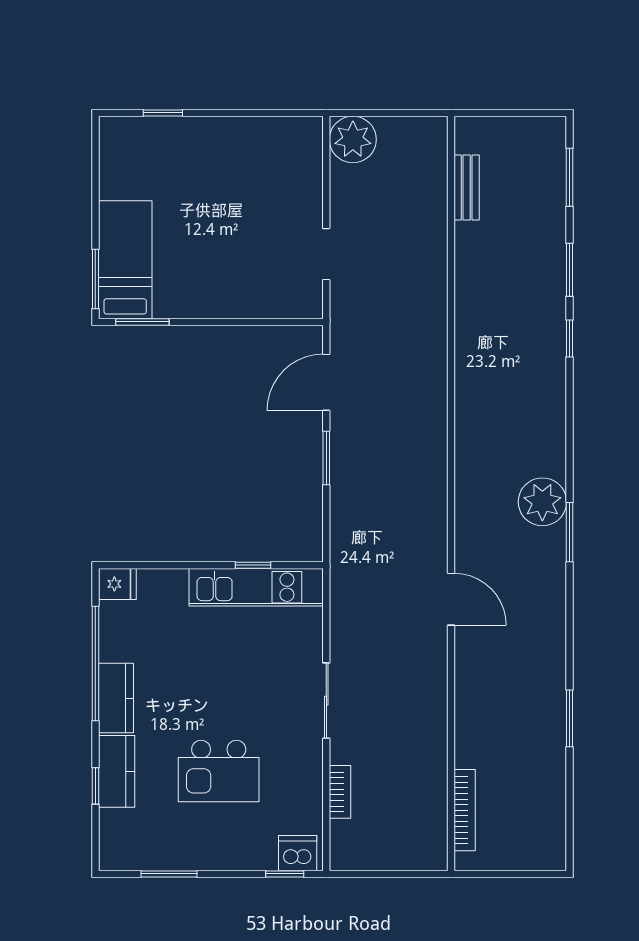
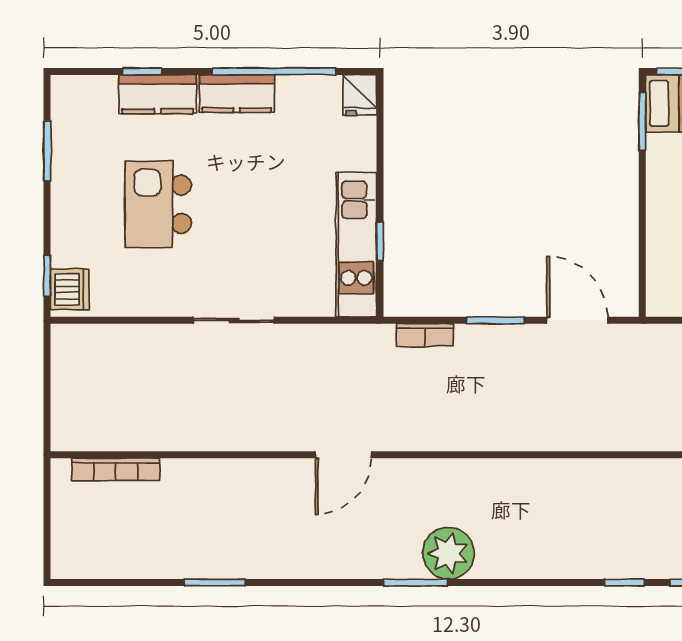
bookcase: (340, 792) -> (425, 335), moved

